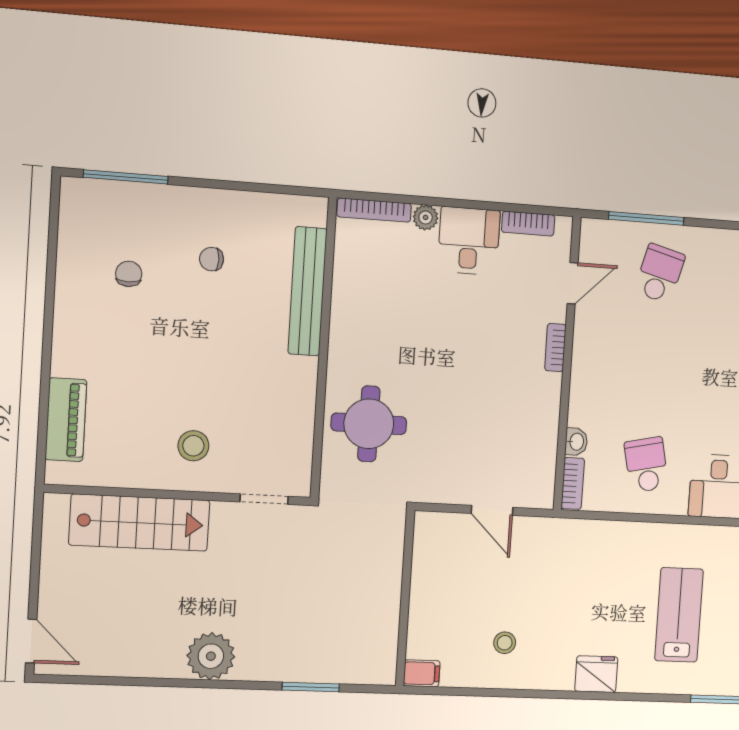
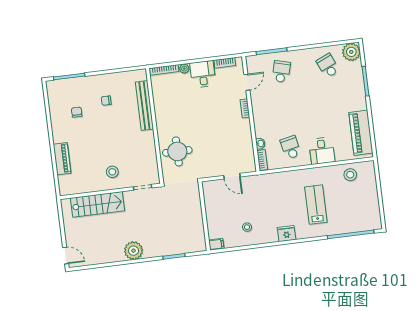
piano: (66, 420) -> (62, 159), moved

